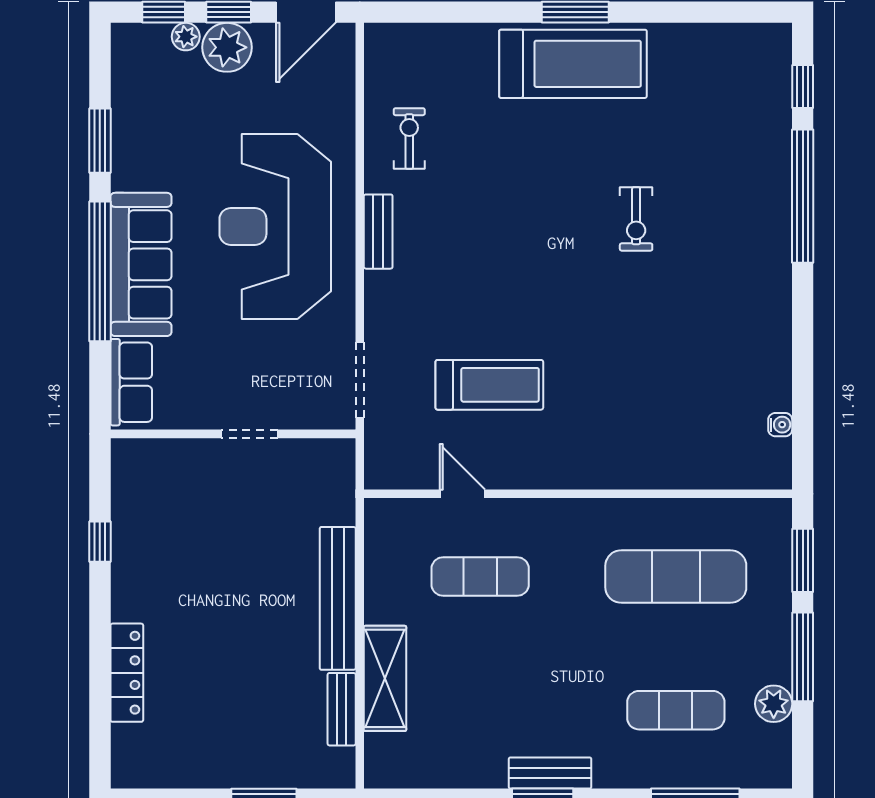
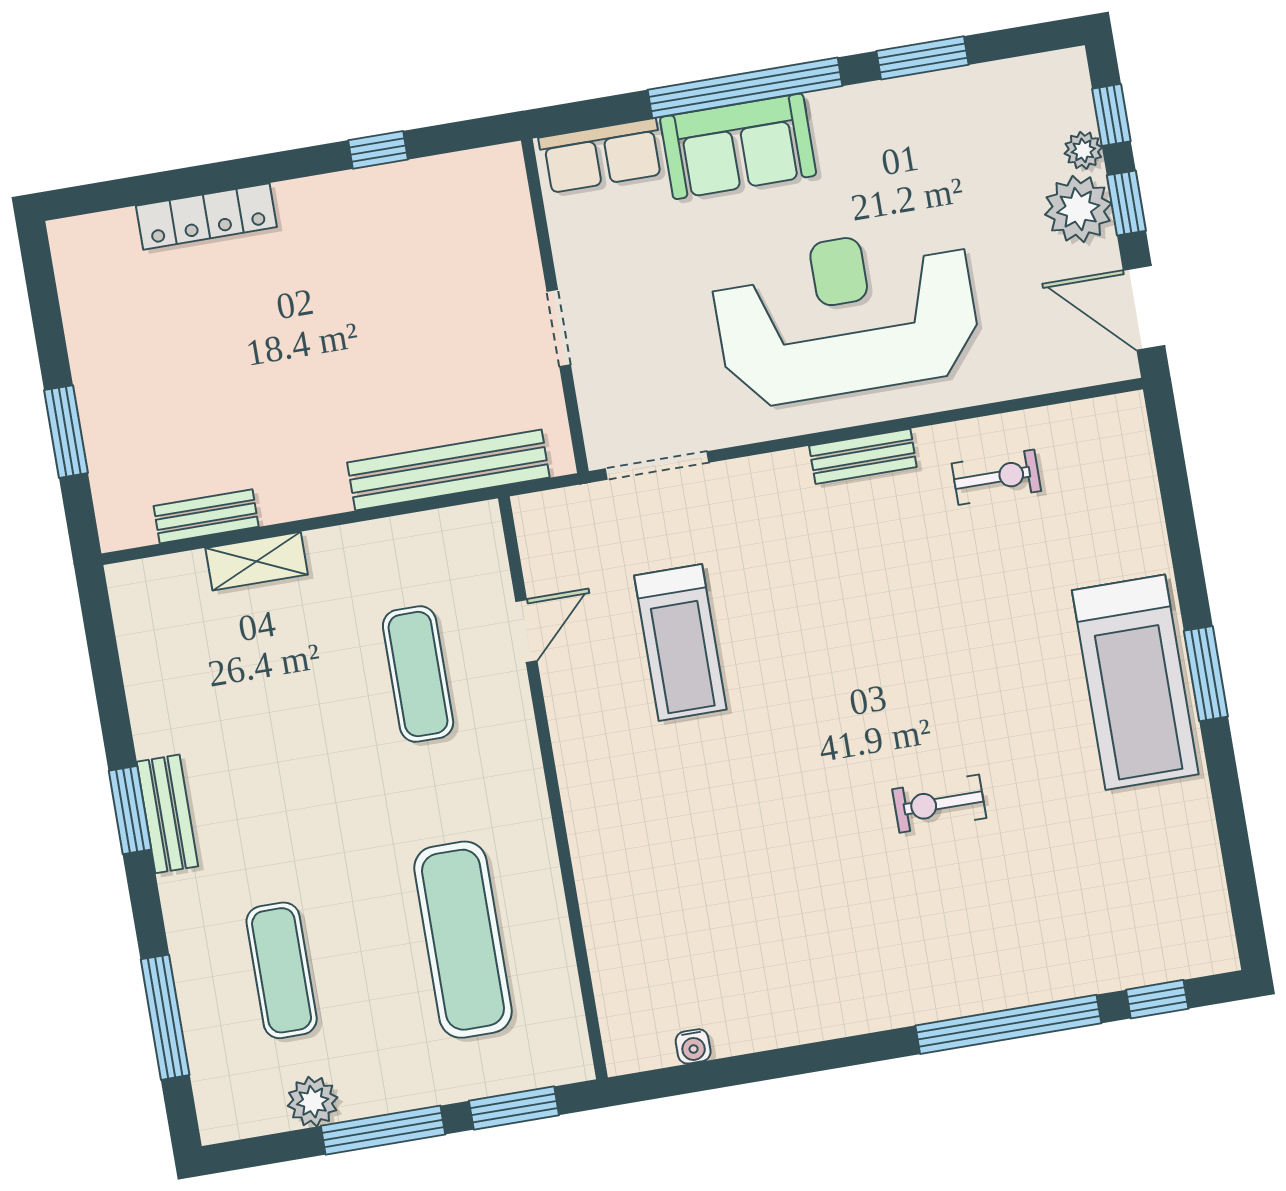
sofa: (141, 264) -> (738, 146), width x0.73
bench: (338, 598) -> (448, 470), moved
shelving: (385, 678) -> (257, 561), width x0.67, depth x0.75

